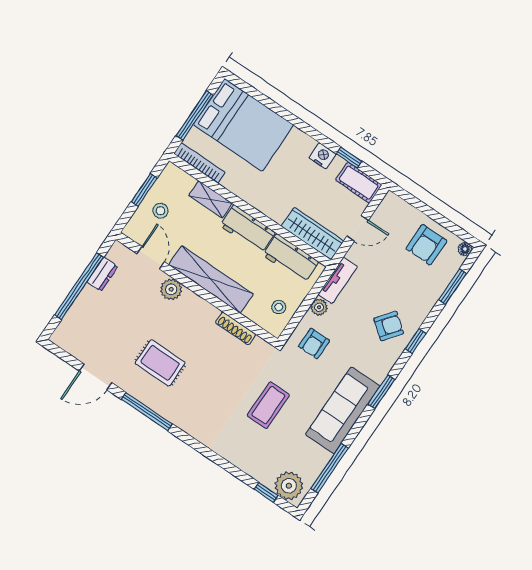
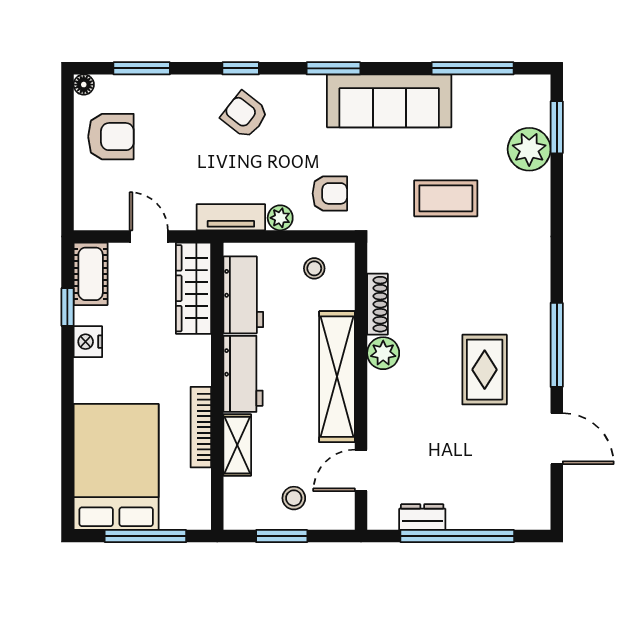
bookcase: (200, 163) -> (201, 427), moved
plant: (171, 289) -> (383, 353), moved
plant: (289, 486) -> (529, 149), moved
window: (266, 492) -> (557, 127), width x1.50

